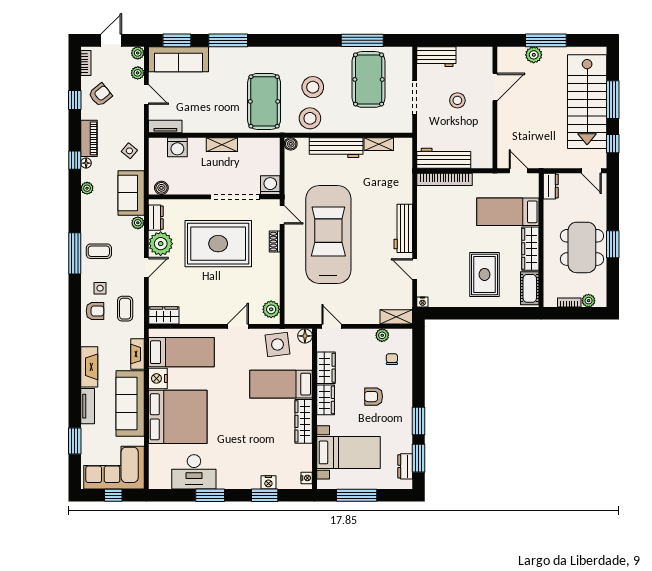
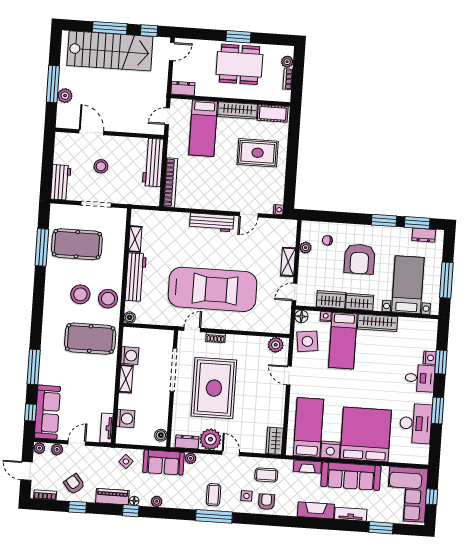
window: (177, 40) -> (31, 413), width x0.67
workbench: (444, 158) -> (153, 162), moved
washing machine: (270, 185) -> (130, 356), moved, turned 180
car: (328, 234) -> (212, 289), turned 180
shelving: (396, 317) -> (288, 262), moved
armchair: (374, 397) -> (360, 259), width x1.88, depth x1.88
desk: (245, 473) -> (420, 378), added
nightstand: (307, 478) -> (326, 317), moved

